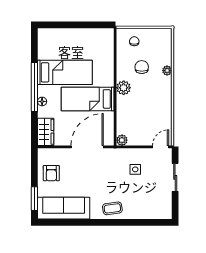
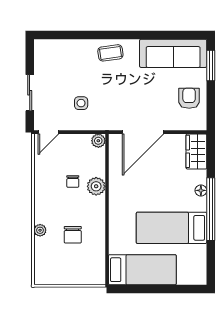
chair: (134, 41) -> (73, 181), moved
plant: (124, 88) -> (96, 186), moved
bed: (88, 99) -> (142, 270), moved

